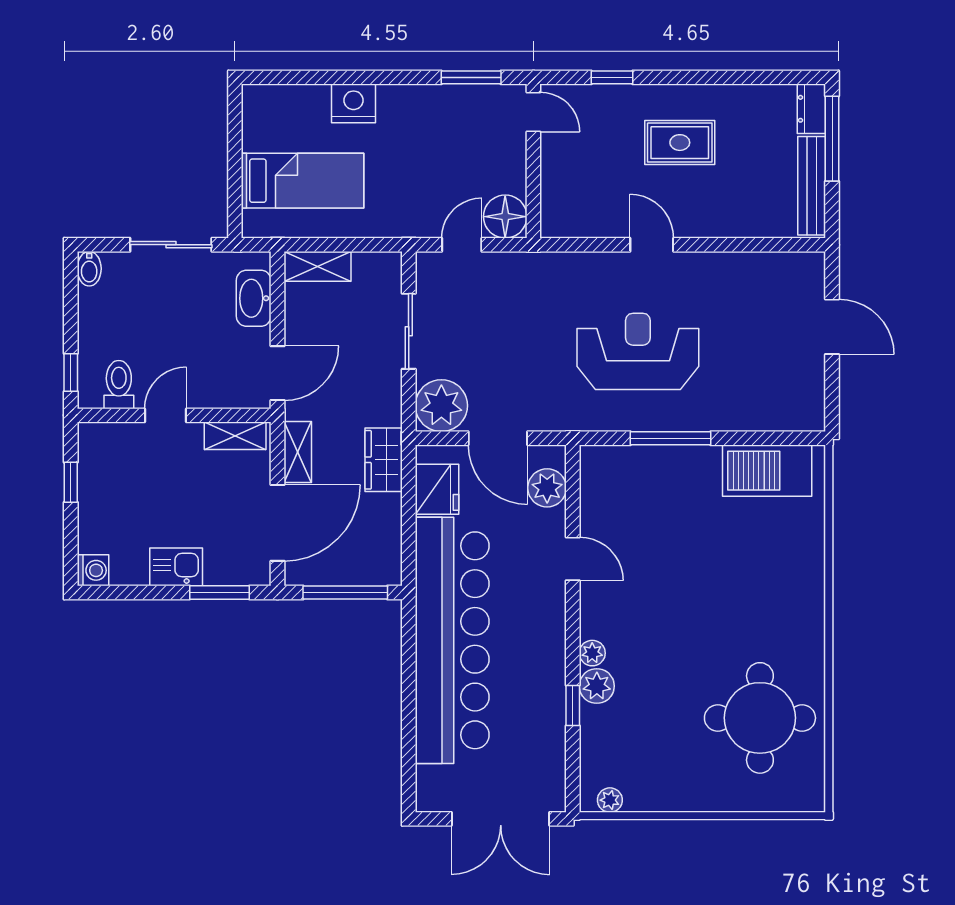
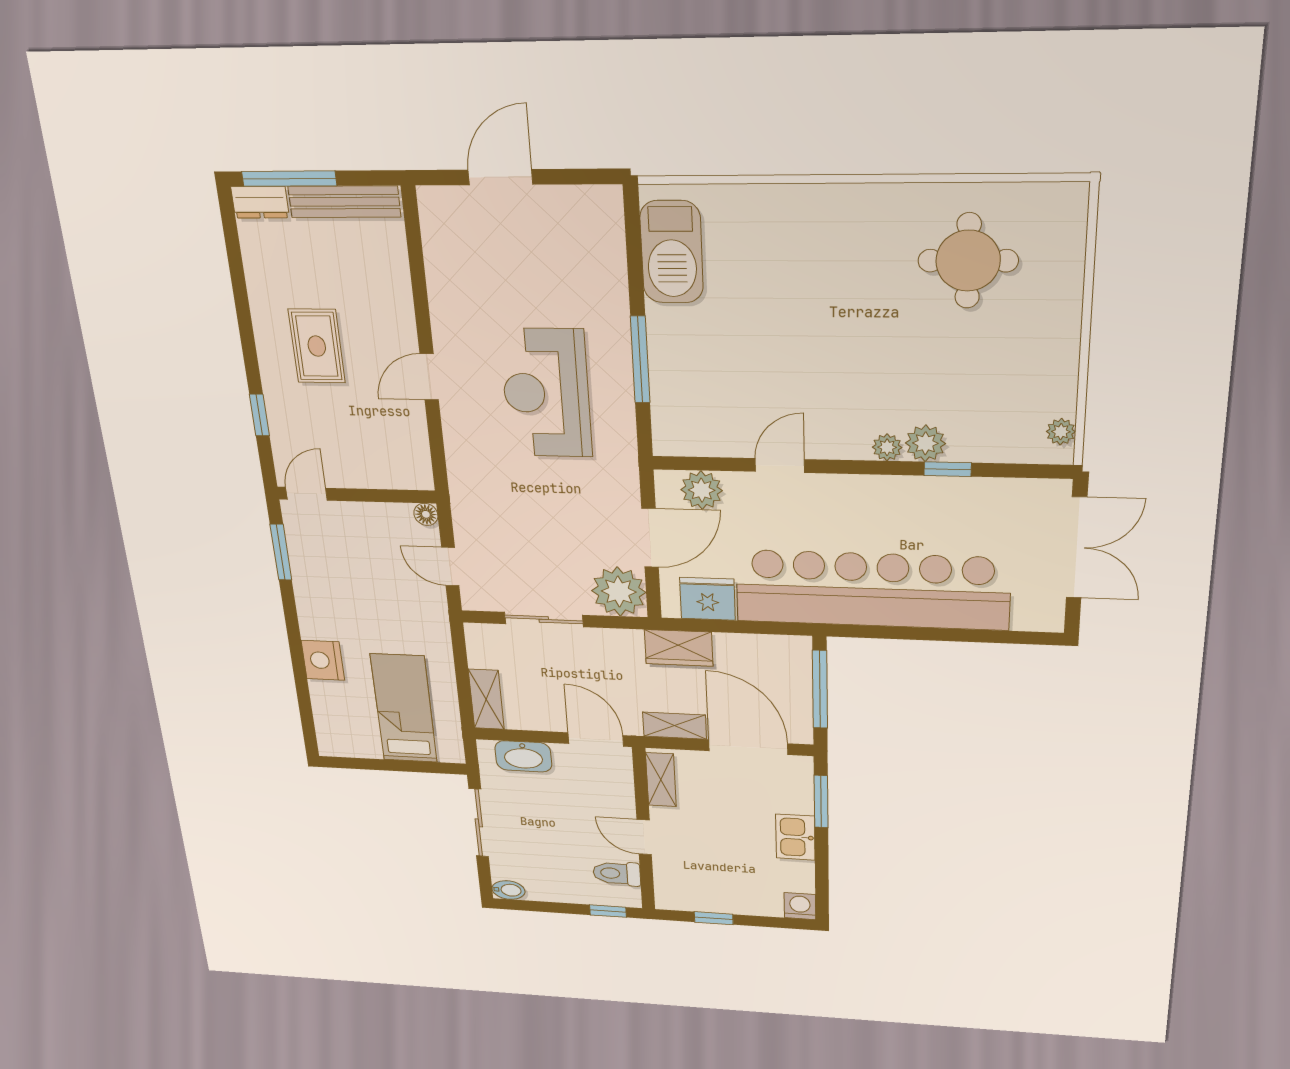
floor lamp: (505, 217) -> (426, 514), width x0.53, depth x0.53
round table: (760, 718) -> (968, 261), width x0.73, depth x0.73

